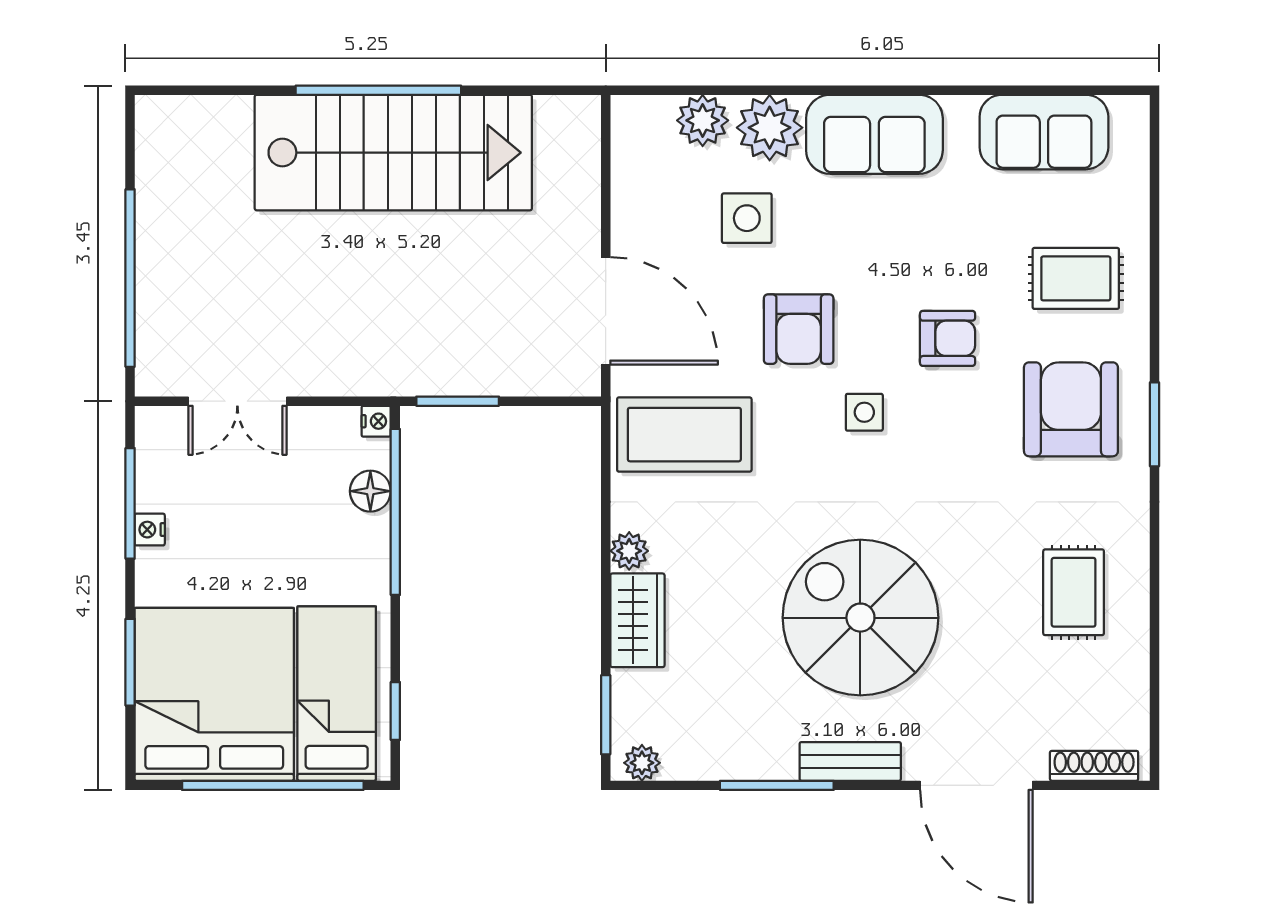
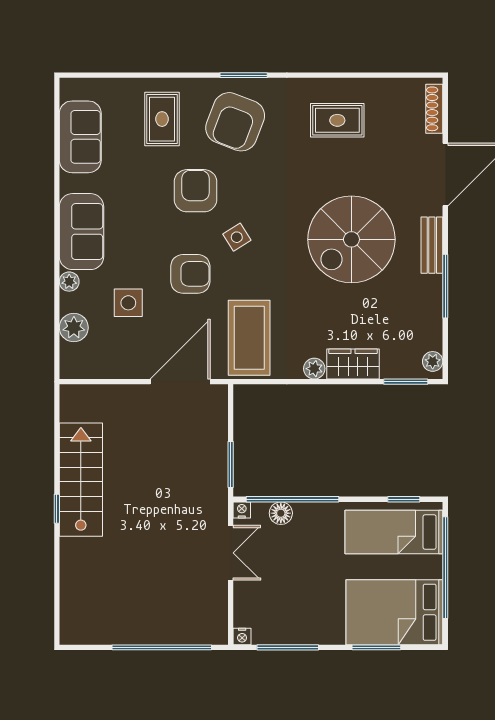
window: (378, 90) -> (57, 509), width x0.32
plant: (770, 128) -> (69, 282), width x0.53, depth x0.53
stairs: (393, 153) -> (81, 480), width x0.73, depth x0.66
armchair: (948, 338) -> (195, 191), width x1.38, depth x1.38
double door: (237, 401) -> (231, 553), moved
armchair: (1071, 409) -> (235, 122), turned -69
side table: (864, 412) -> (237, 237), turned -32
nightstand: (150, 530) -> (242, 636), moved
bed: (214, 694) -> (394, 612), width x0.73

